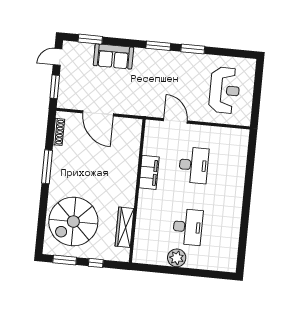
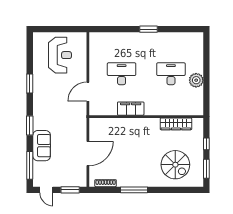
window: (90, 39) -> (30, 165), width x1.44
window: (158, 46) -> (30, 126), moved
reception desk: (225, 90) -> (60, 55), turned 90
window: (246, 204) -> (149, 29), added
spiral stairs: (73, 222) -> (175, 165), width x0.73, depth x0.73

